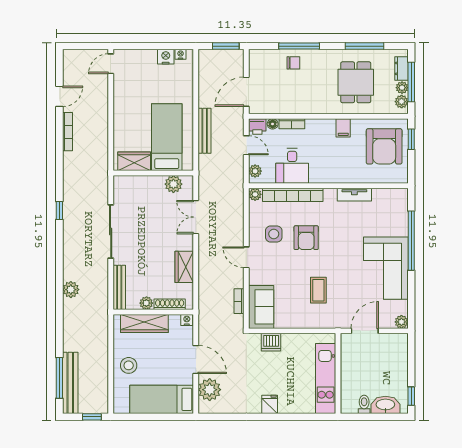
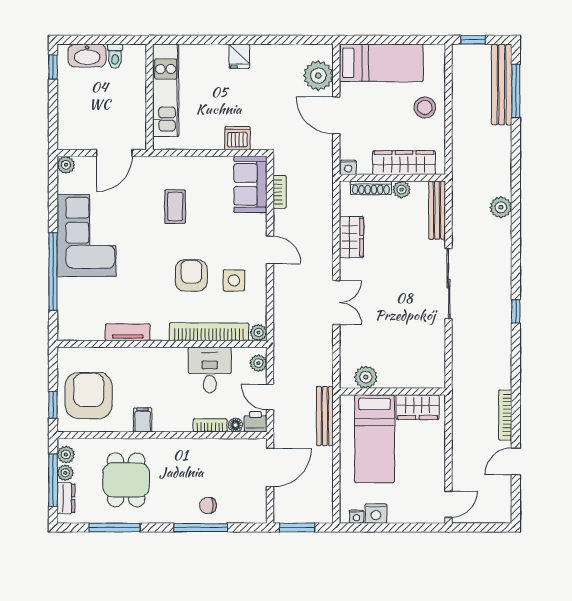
bed: (167, 137) -> (375, 439), moved
wardrobe: (134, 161) -> (417, 407), moved
wall: (153, 173) -> (392, 392), moved
plant: (173, 184) -> (366, 377), moved

